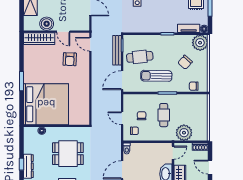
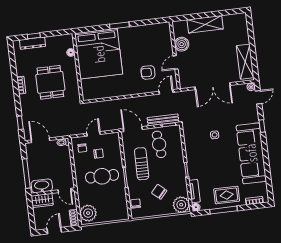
wardrobe: (39, 39) -> (165, 38), removed
cafe table: (164, 115) -> (102, 176), width x1.37, depth x1.35
plant: (184, 133) -> (88, 213), moved

